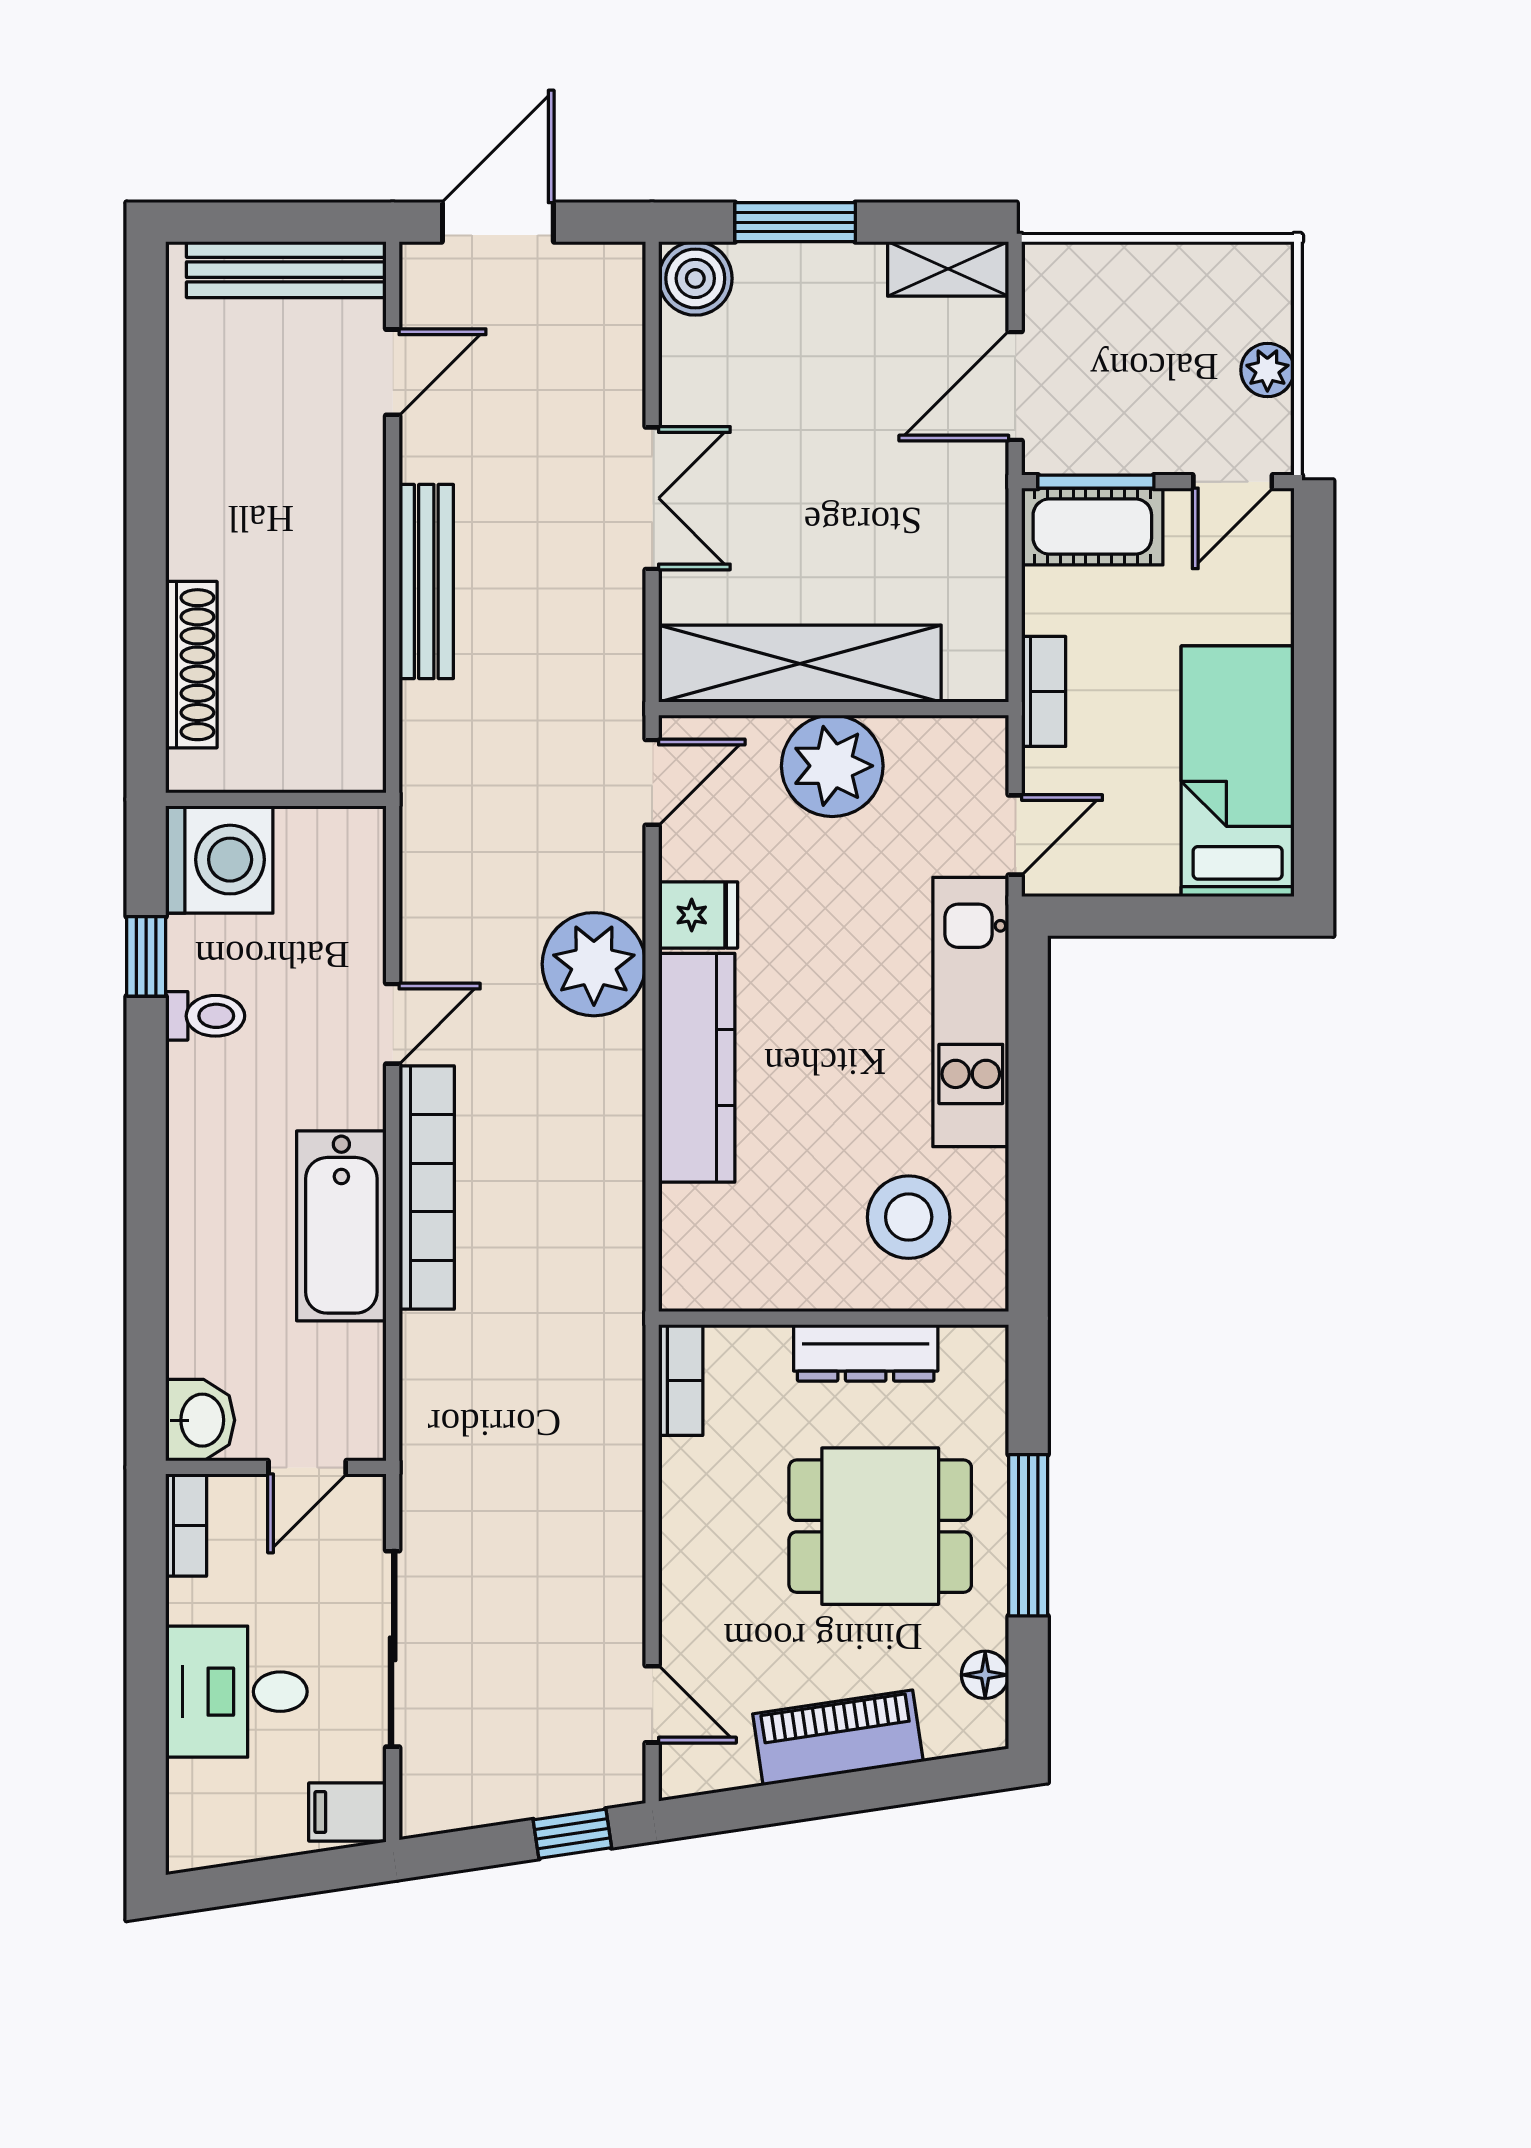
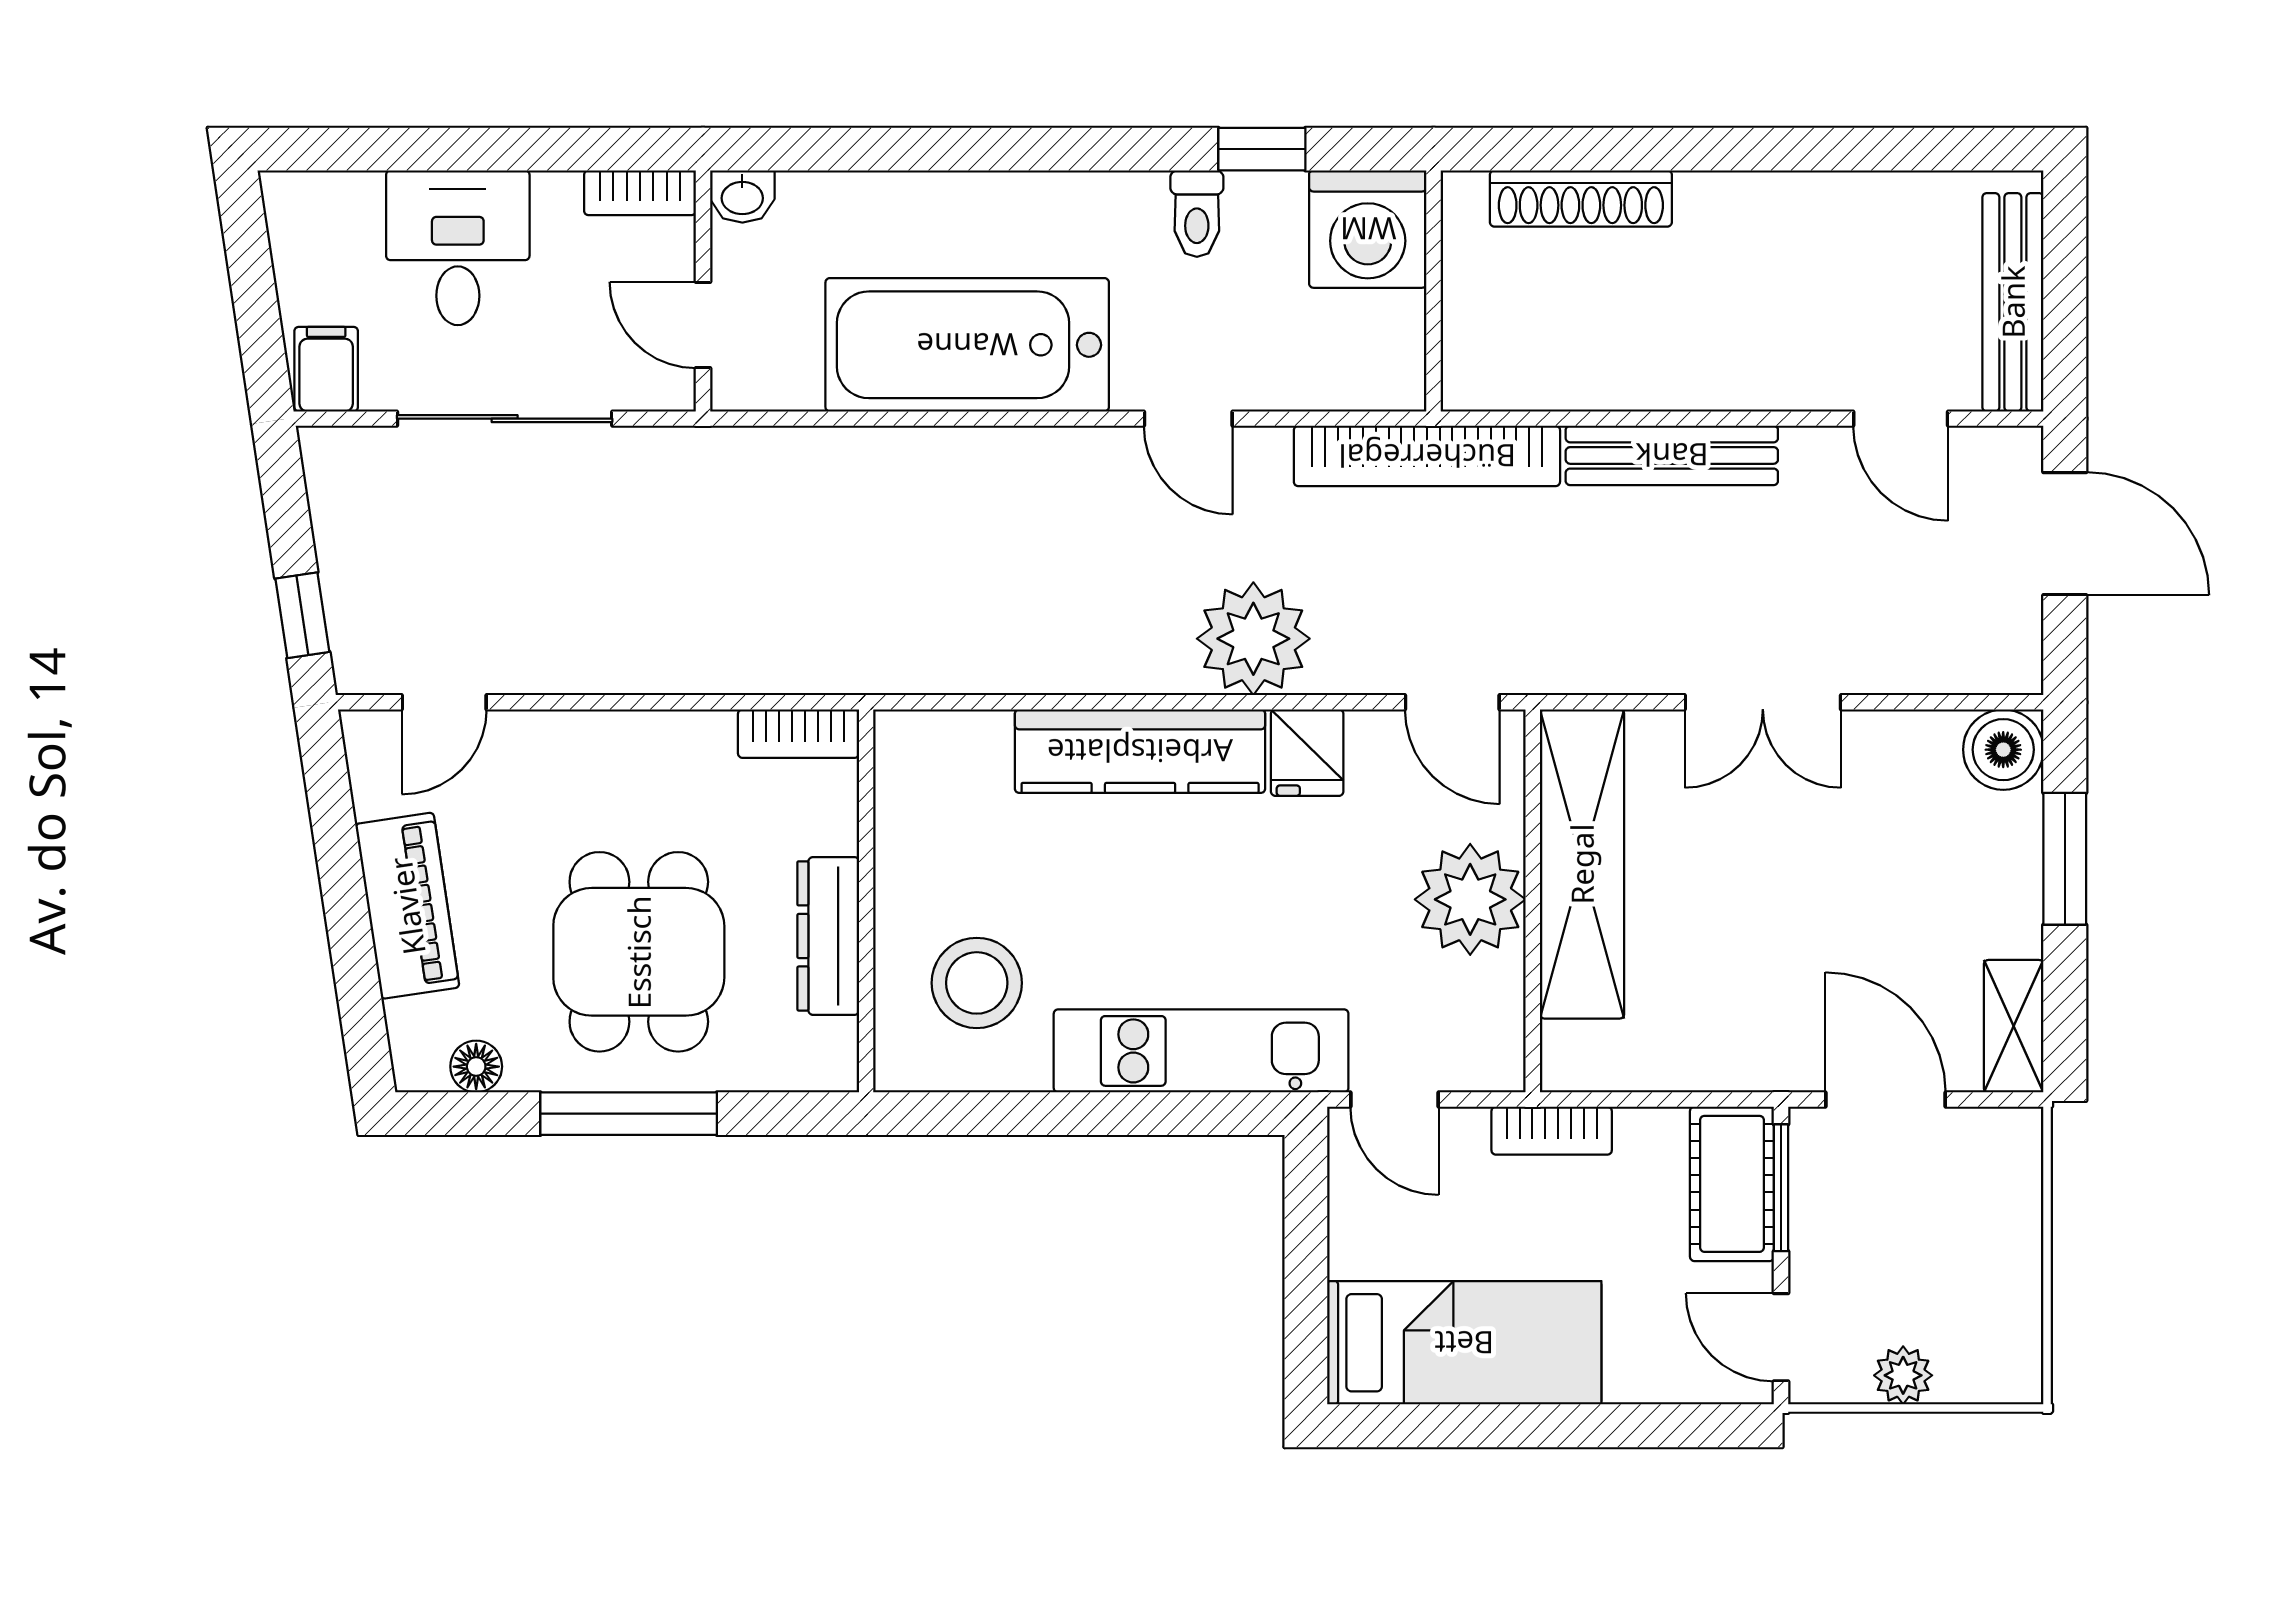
bookcase: (427, 1188) -> (1427, 456), moved
bathtub: (341, 1226) -> (967, 345), width x1.36, depth x1.36
washbasin: (200, 1420) -> (742, 196), width x0.72, depth x0.69

